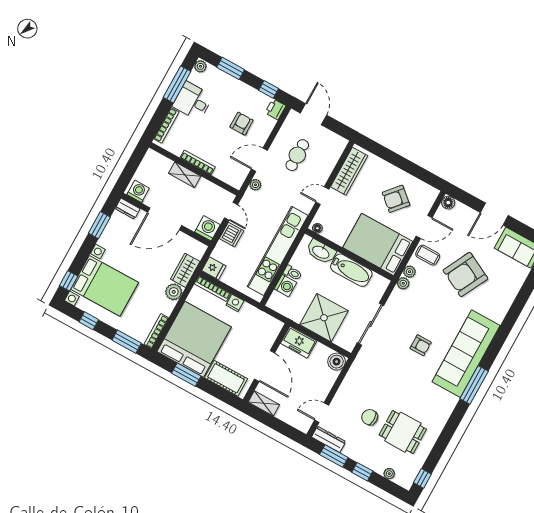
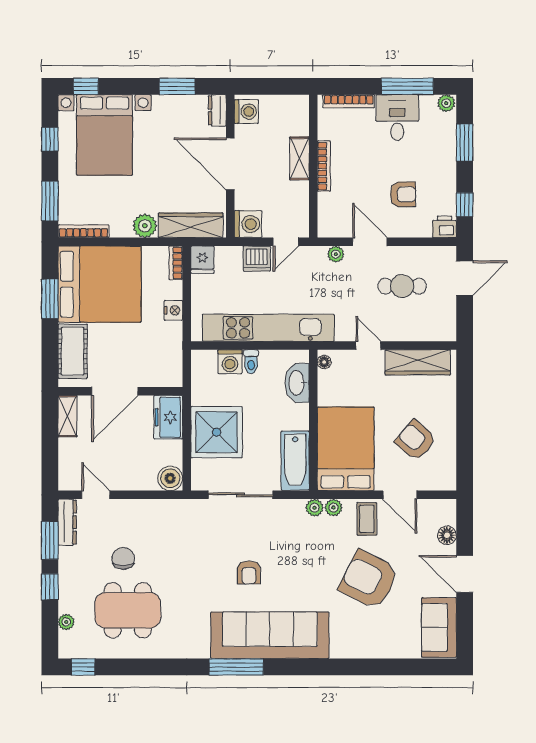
floor lamp: (448, 203) -> (447, 535), moved
wardrobe: (185, 270) -> (191, 225), width x1.50
bathtub: (351, 270) -> (295, 461), moved
bookcase: (213, 289) -> (176, 263), width x0.64
dining table: (403, 432) -> (128, 610), width x1.38

